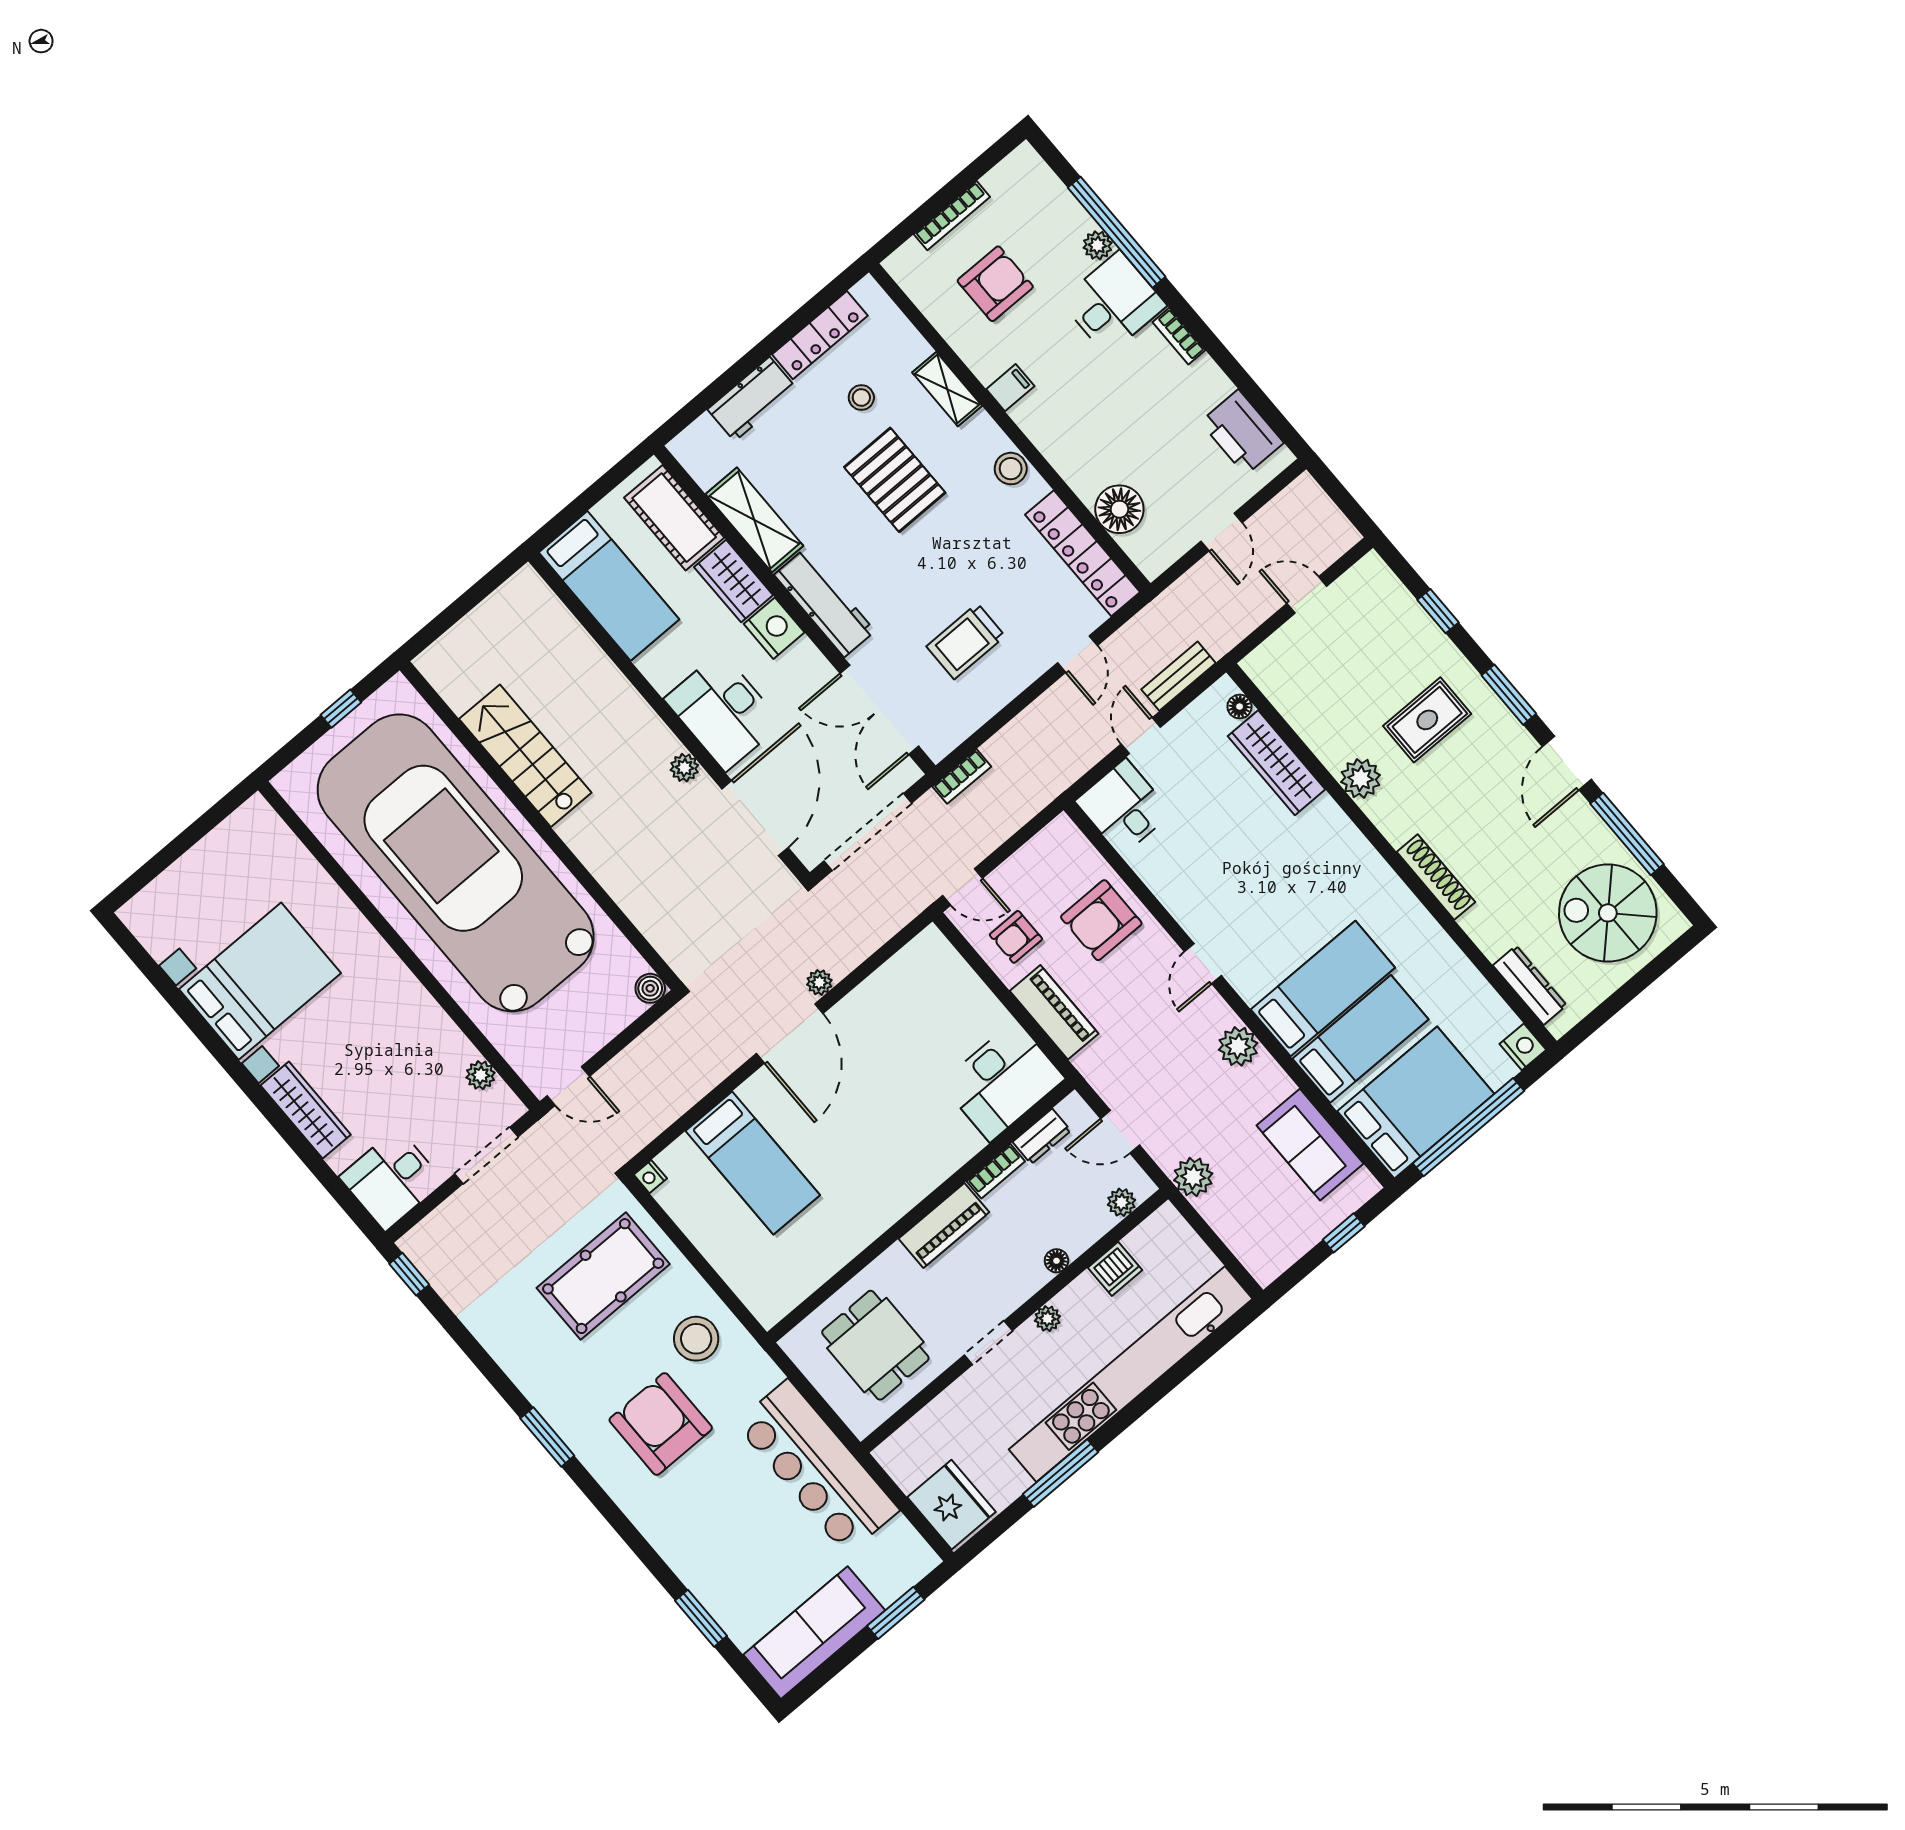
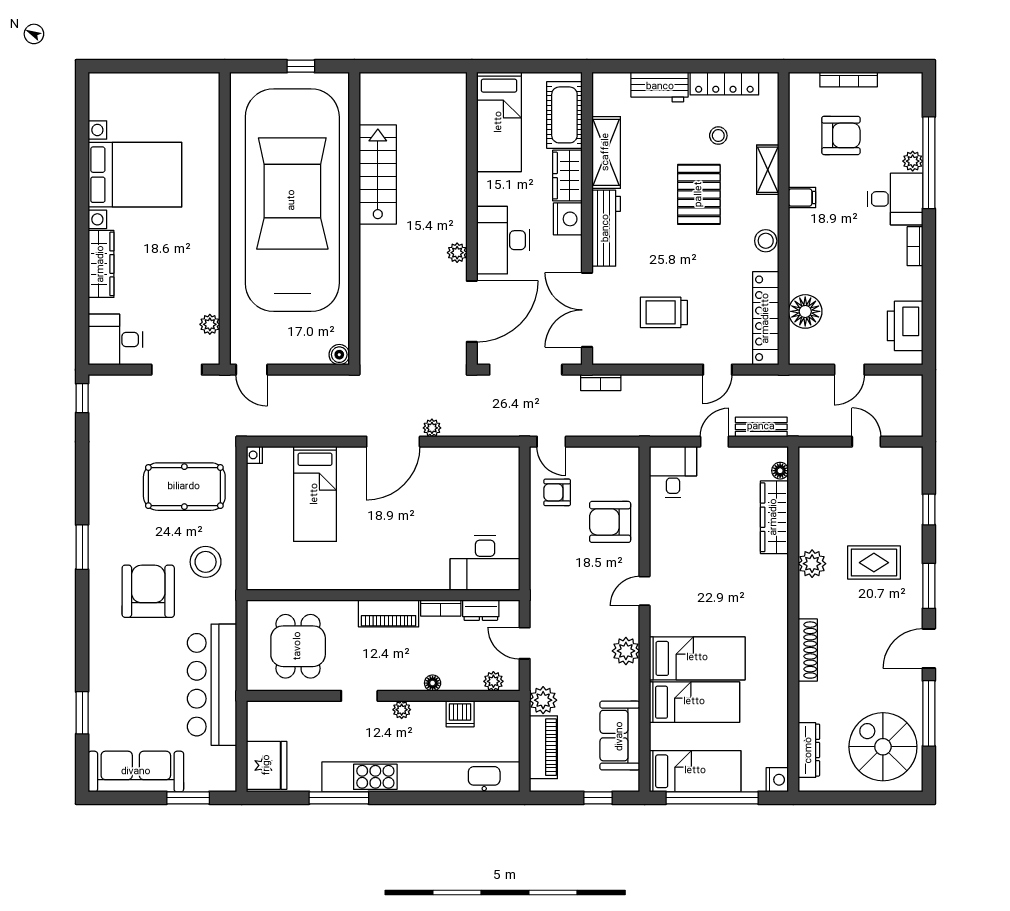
piano: (1054, 1012) -> (543, 747), moved
bed: (1416, 1103) -> (695, 771), width x0.67

